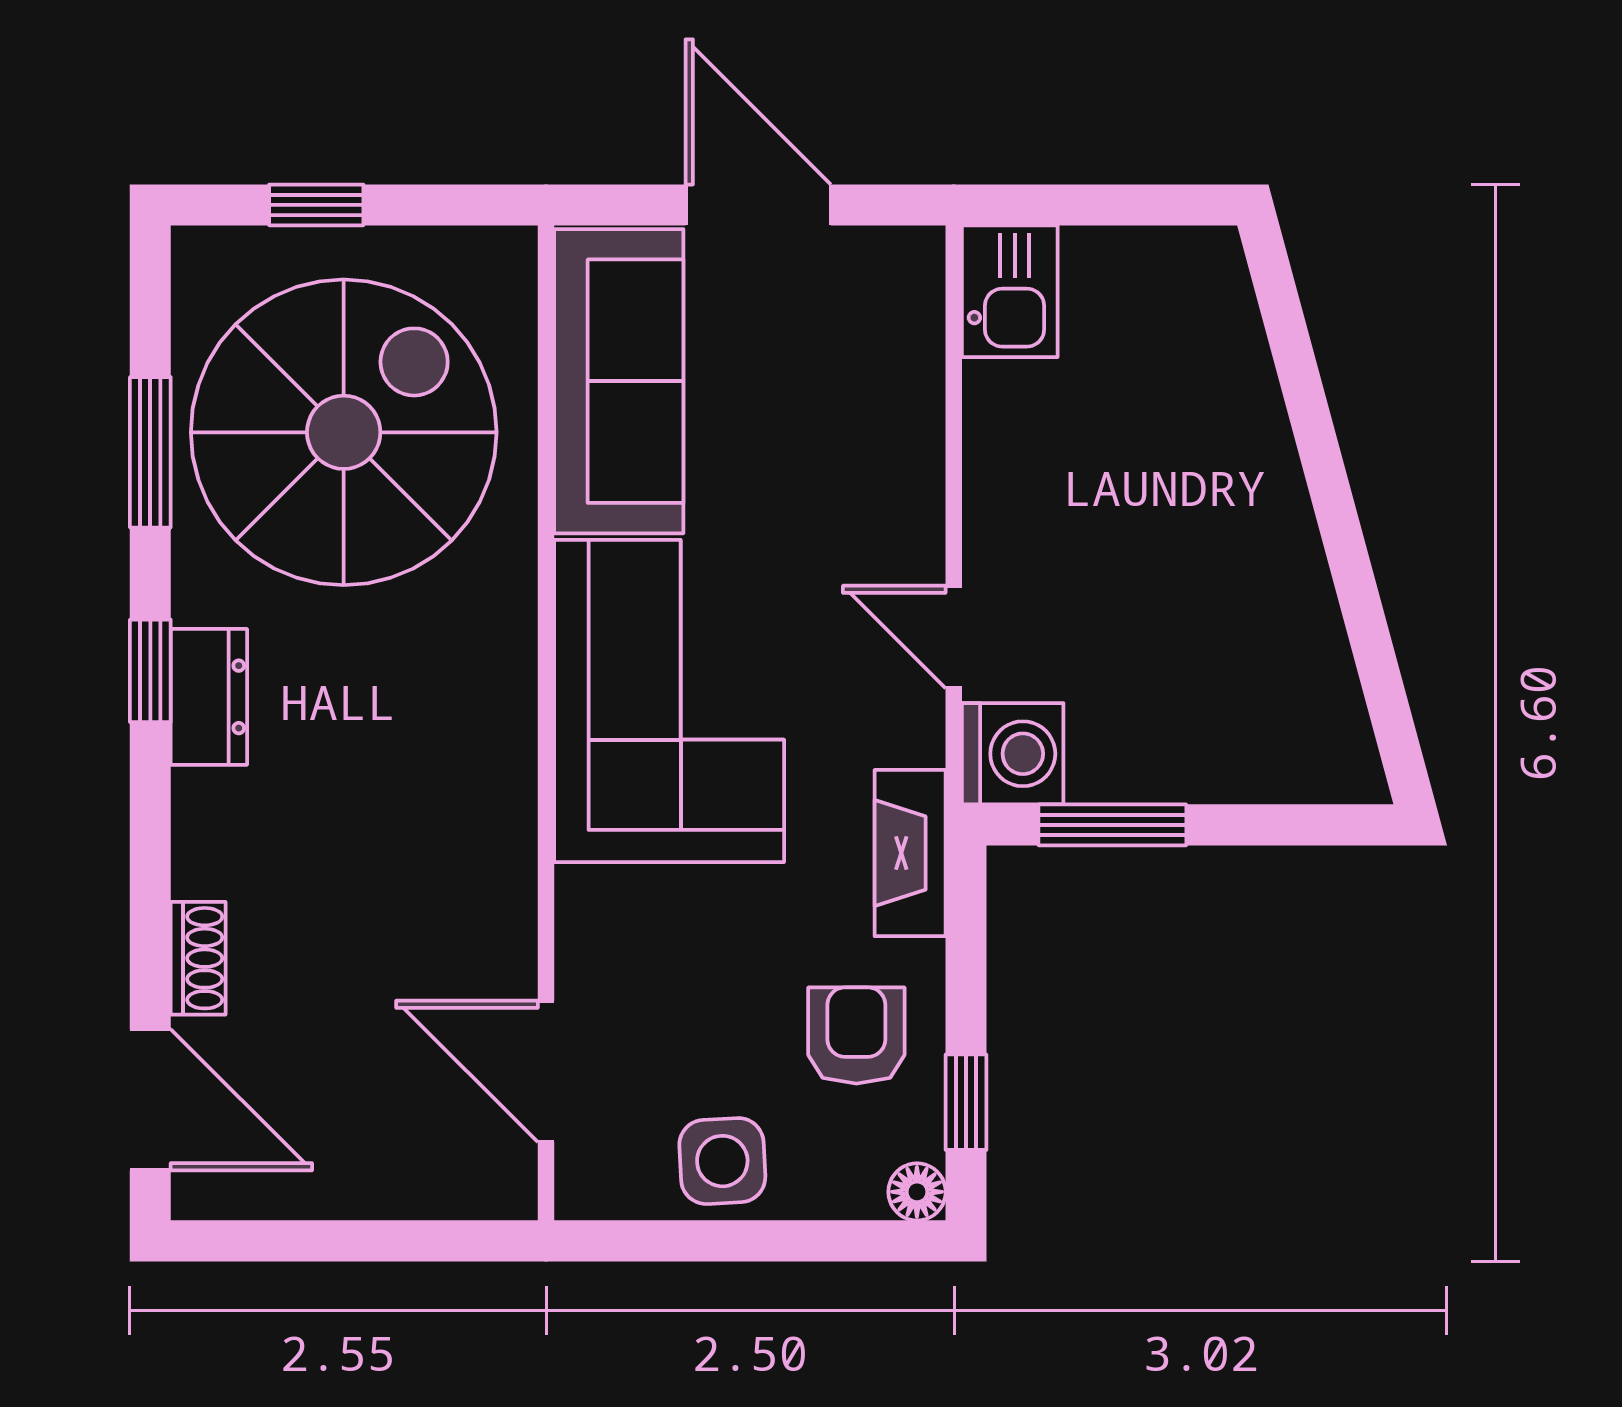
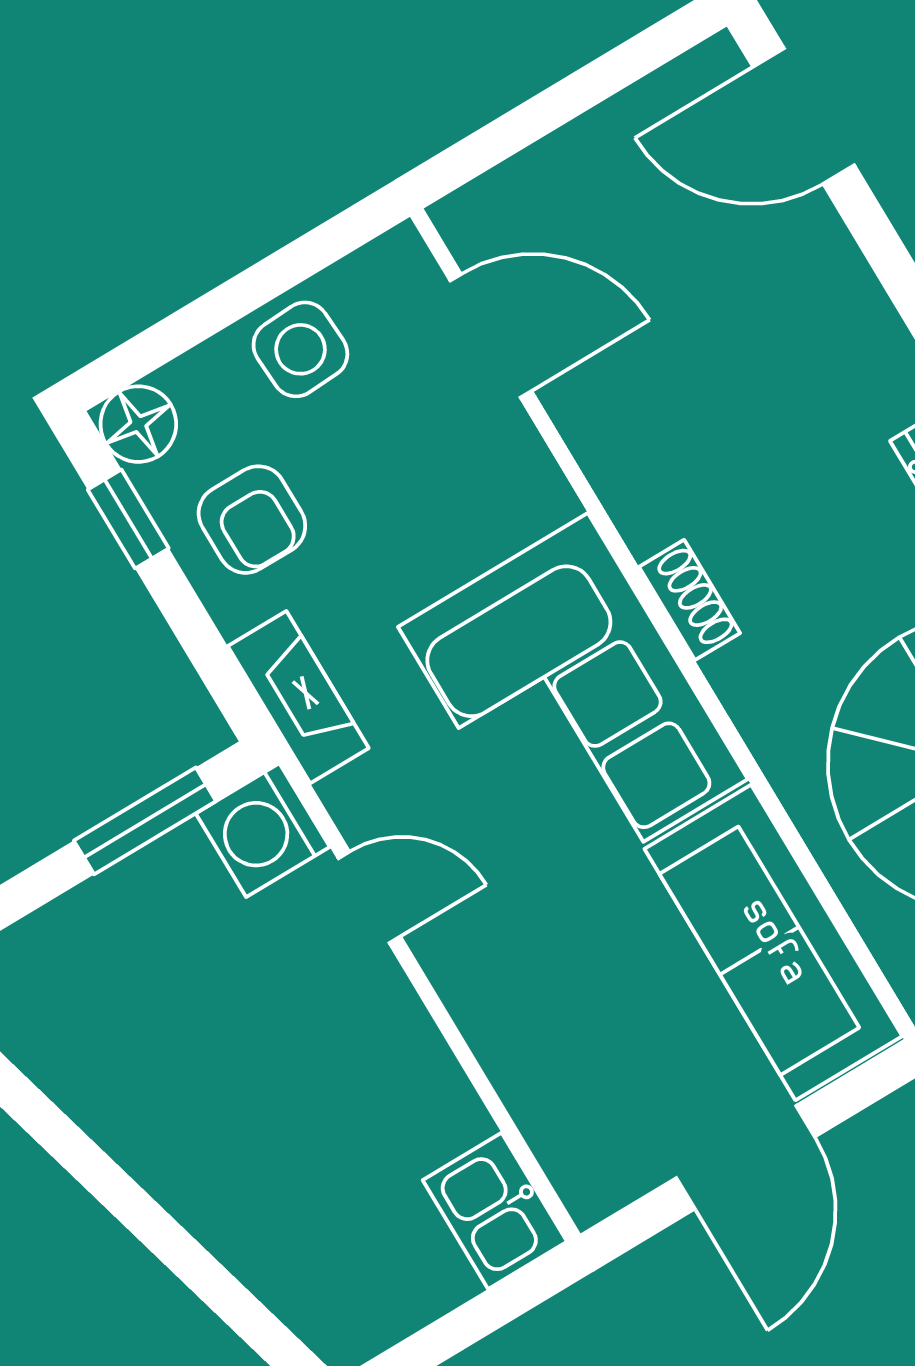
door: (758, 205) -> (746, 1157), hinge flipped
shoe rack: (198, 958) -> (689, 600), moved, turned 180
floor lamp: (917, 1192) -> (138, 424), width x1.37, depth x1.37

